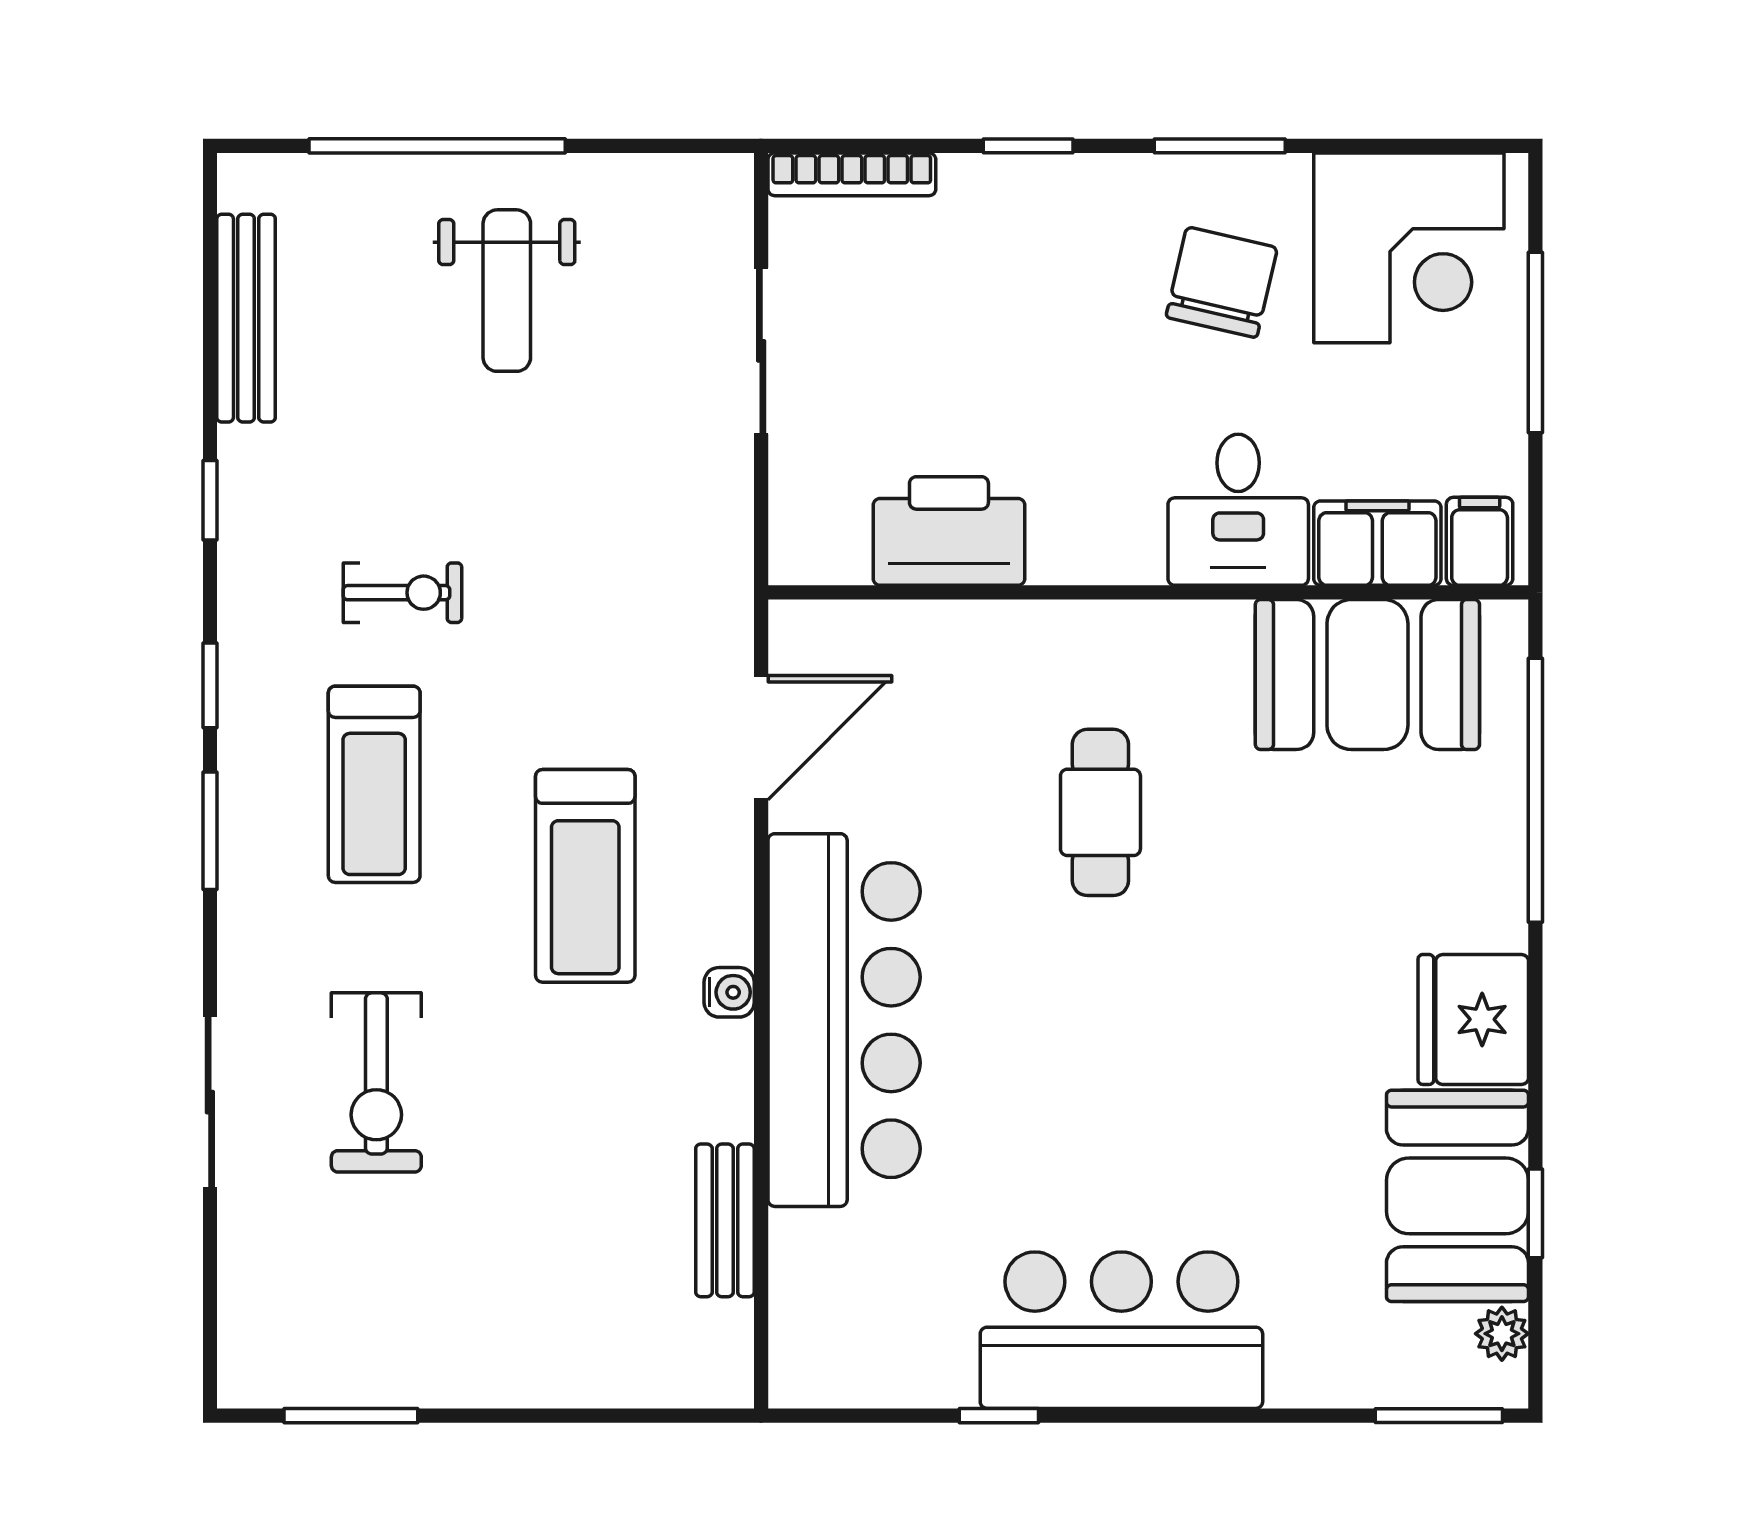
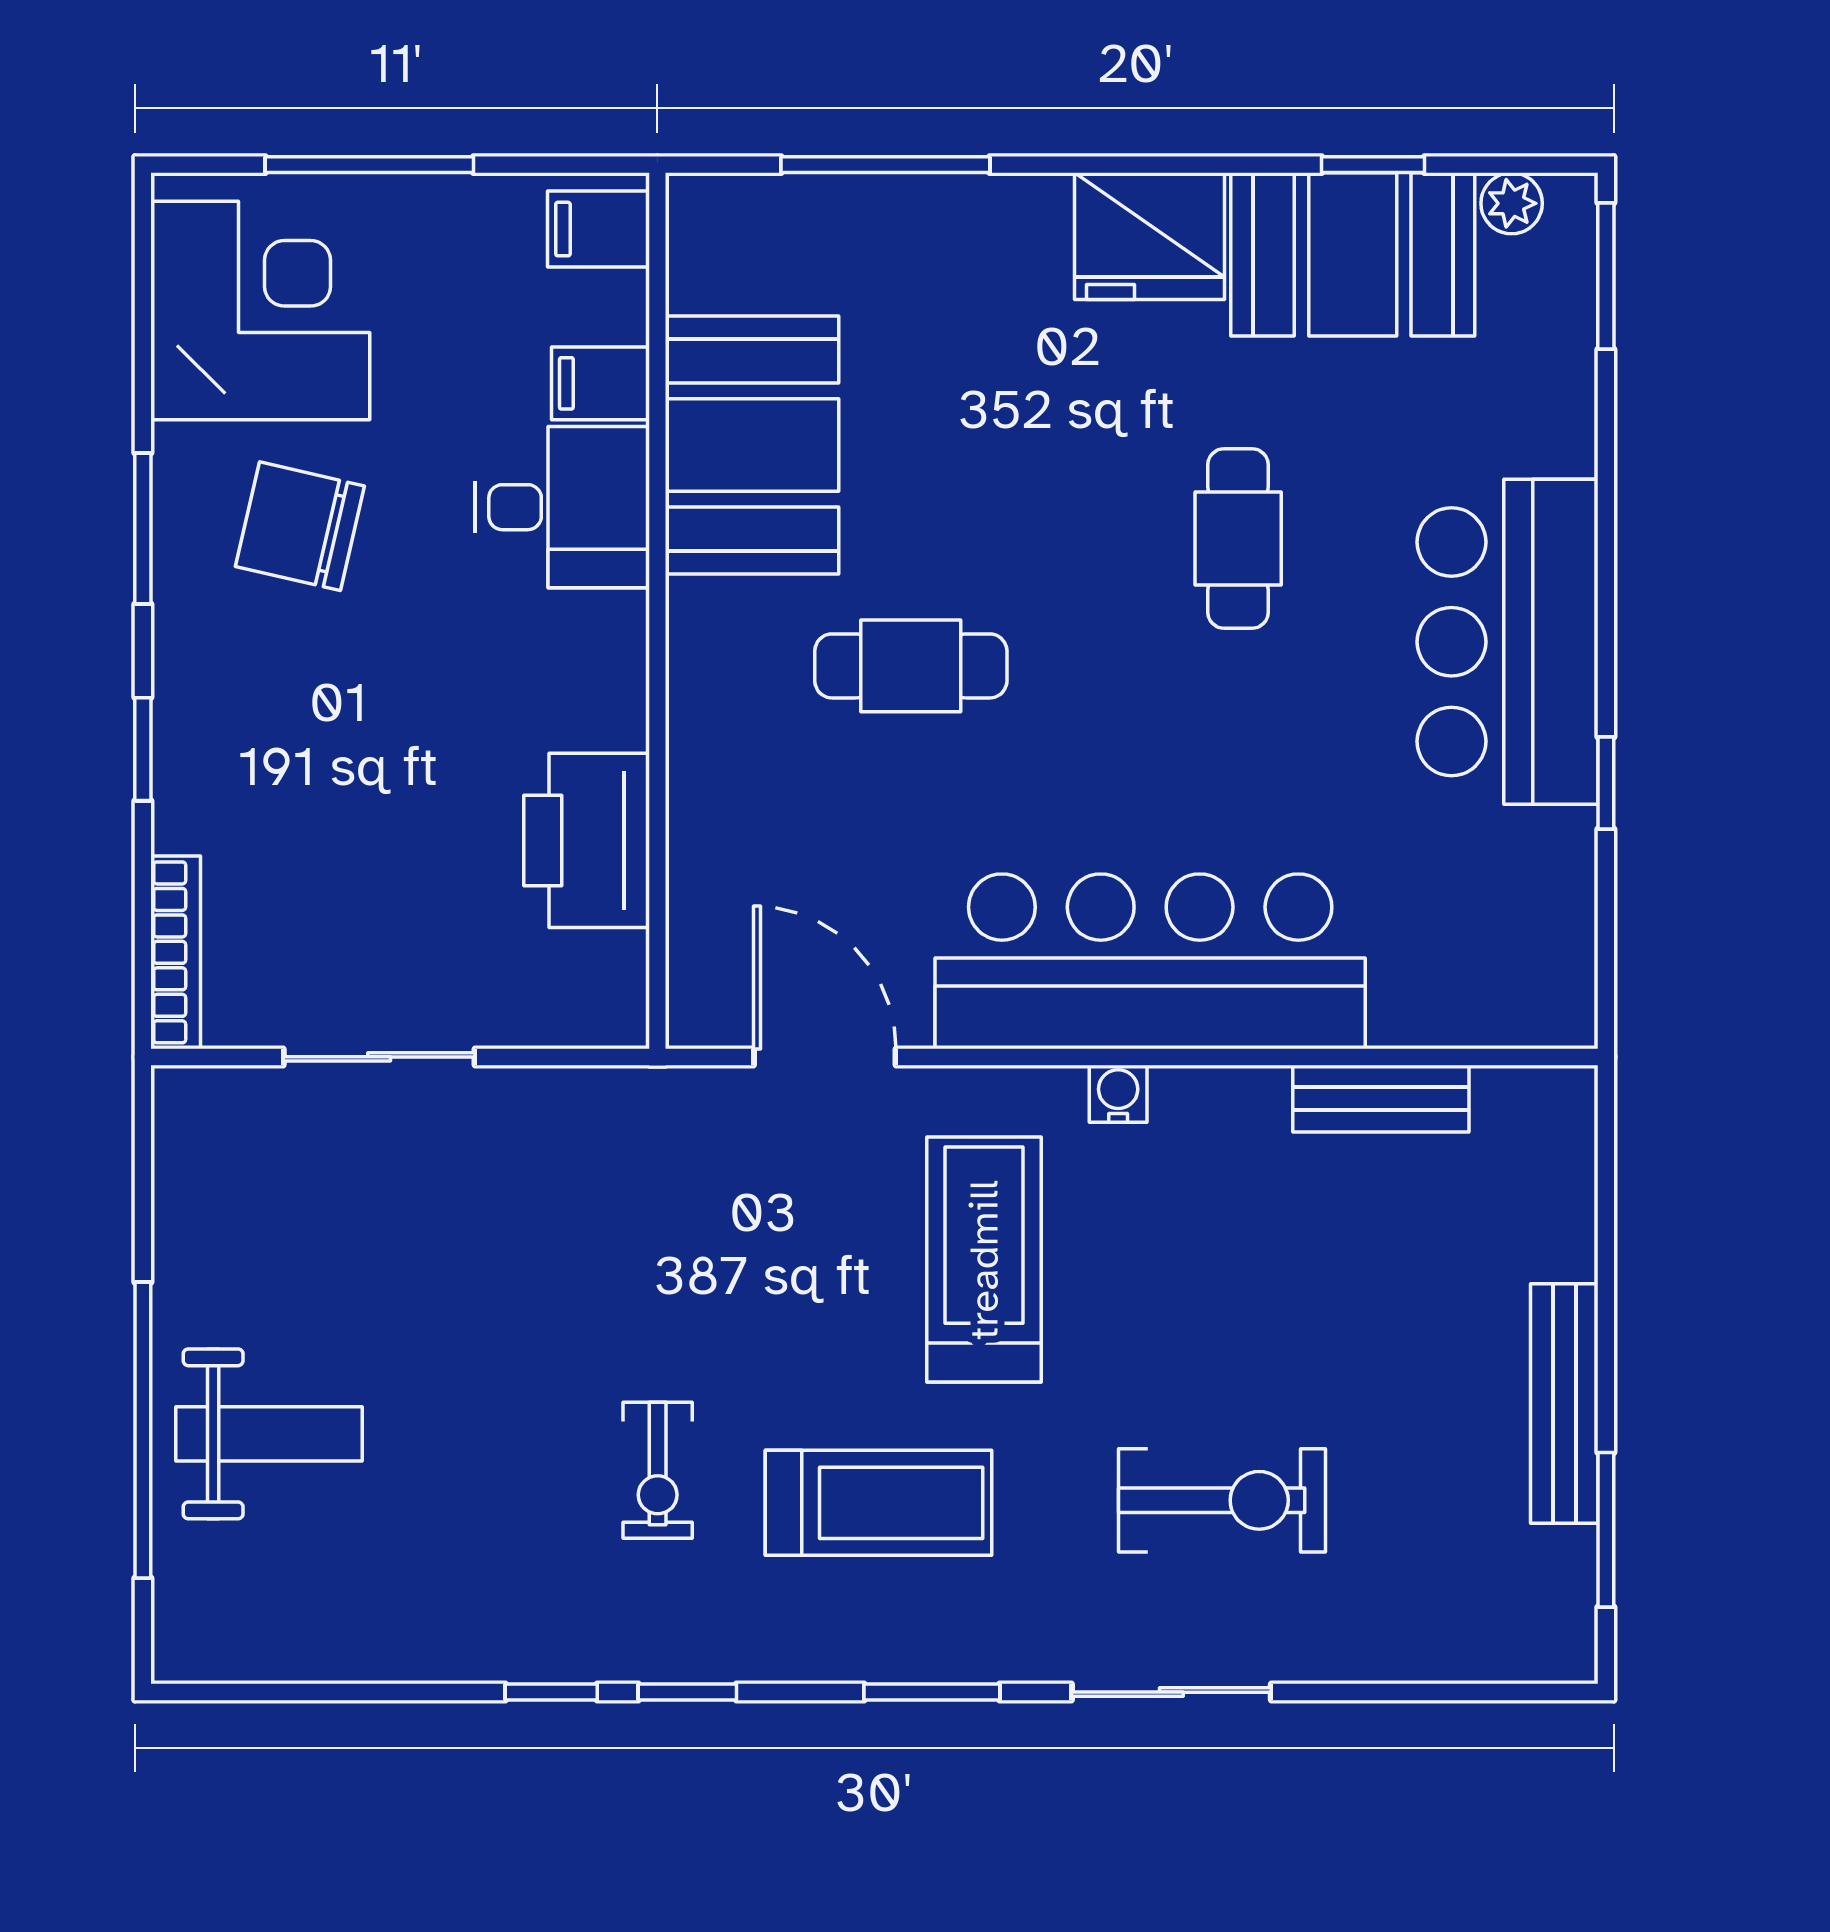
weight bench: (507, 291) -> (269, 1434), moved
bench: (246, 318) -> (1564, 1404), moved, turned 90
filing cabinet: (1377, 543) -> (601, 383), width x0.50
exercise bike: (402, 593) -> (658, 1470), turned 180
booth: (1367, 675) -> (752, 445), moved
window: (210, 685) -> (687, 1692), moved
window: (1535, 790) -> (885, 165), width x0.68
treadmill: (585, 876) -> (984, 1260), turned -90
cafe table: (1211, 1096) -> (1238, 539), added
sliding door: (210, 1102) -> (1171, 1692), moved

